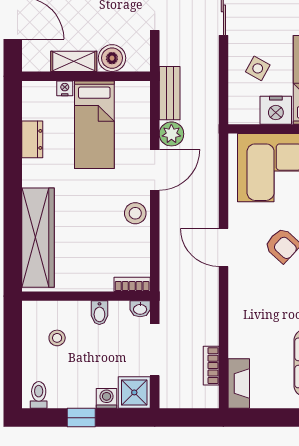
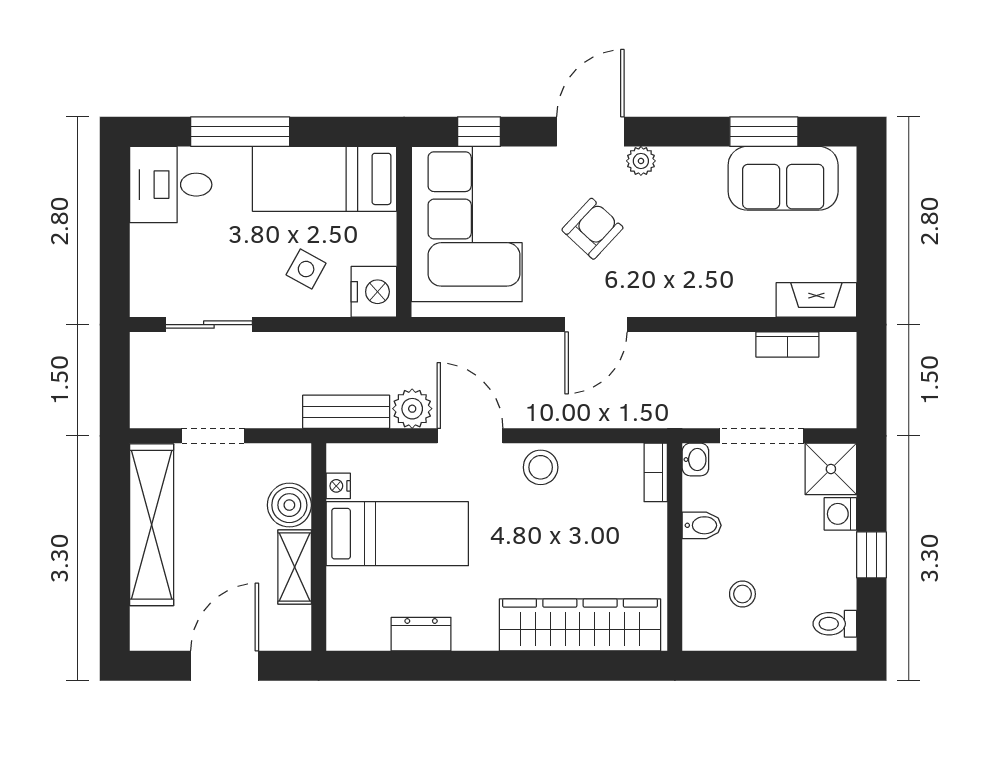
nightstand: (65, 88) -> (338, 486), moved
nightstand: (276, 110) -> (374, 292), moved

